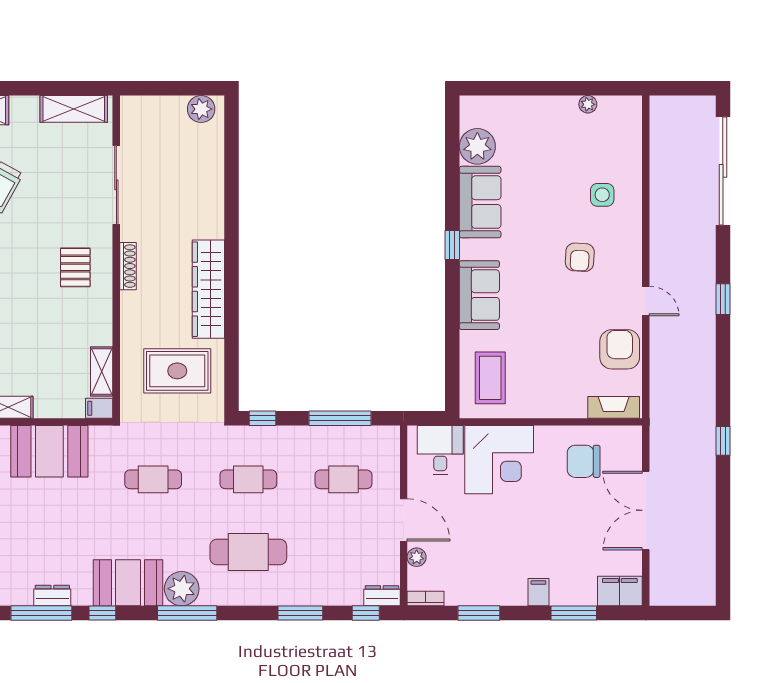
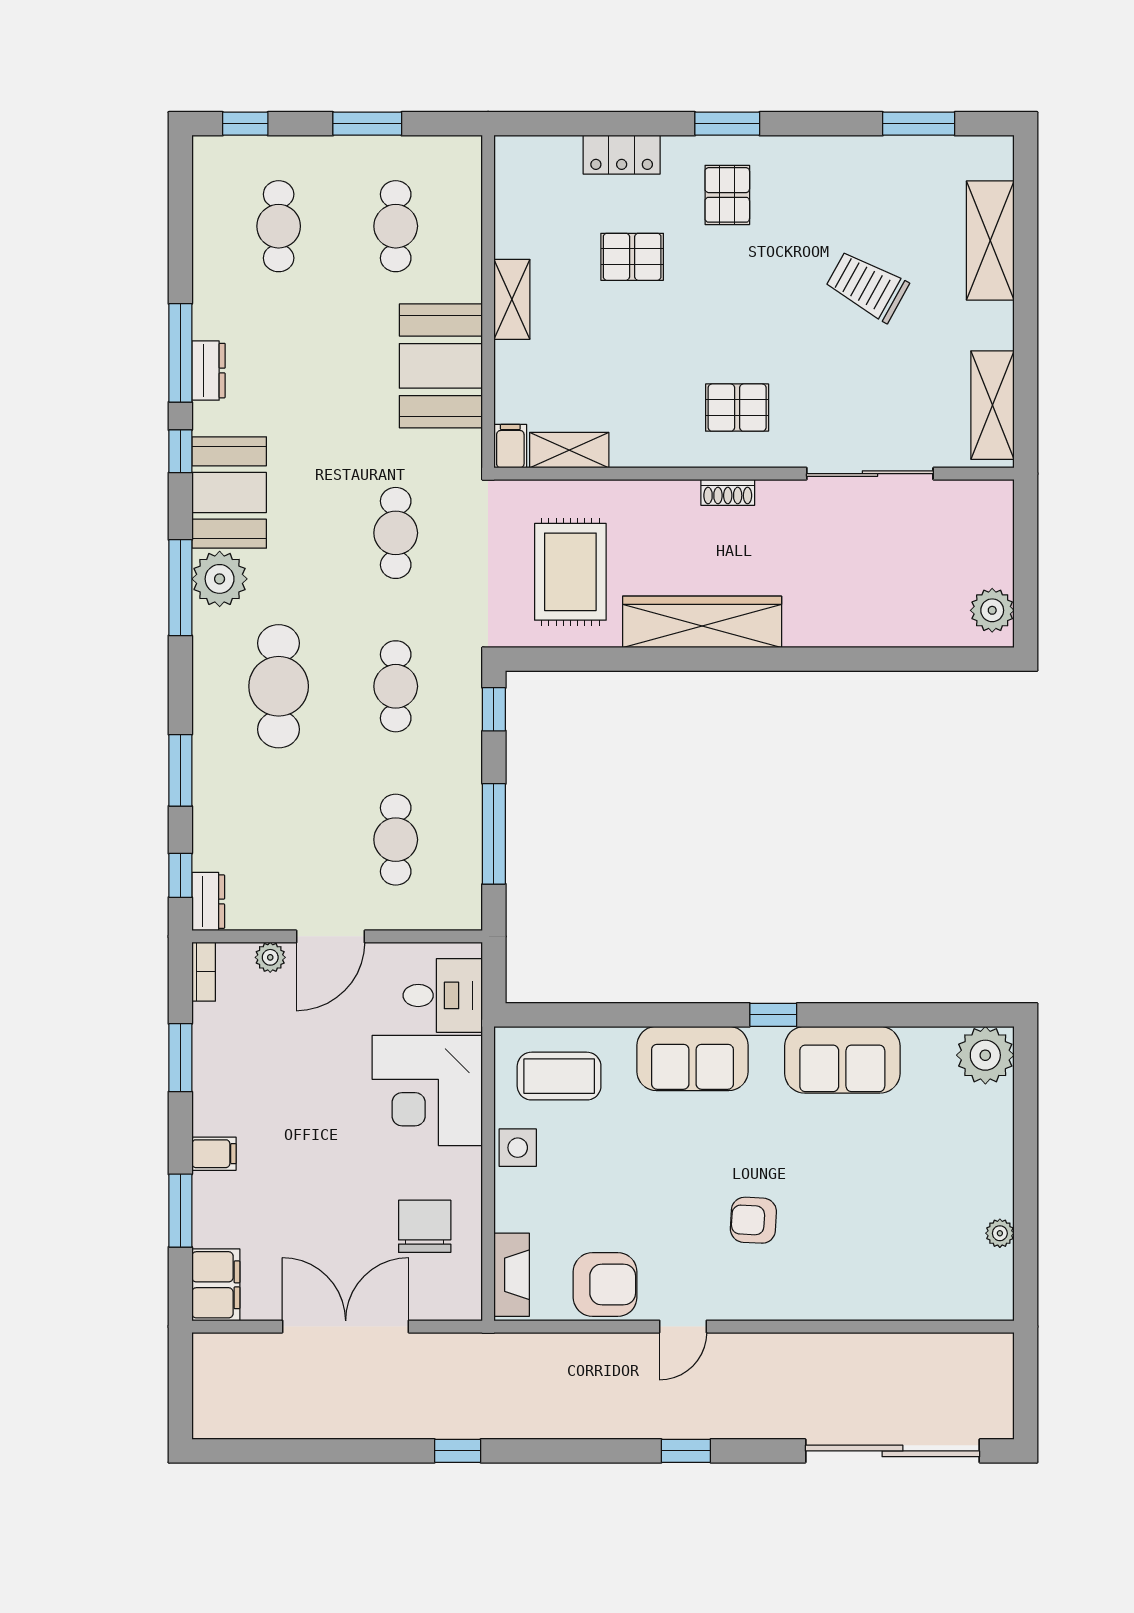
plant: (477, 146) -> (985, 1055), moved
side table: (602, 195) -> (518, 1148), moved
shoe rack: (128, 266) -> (728, 492), width x0.70

